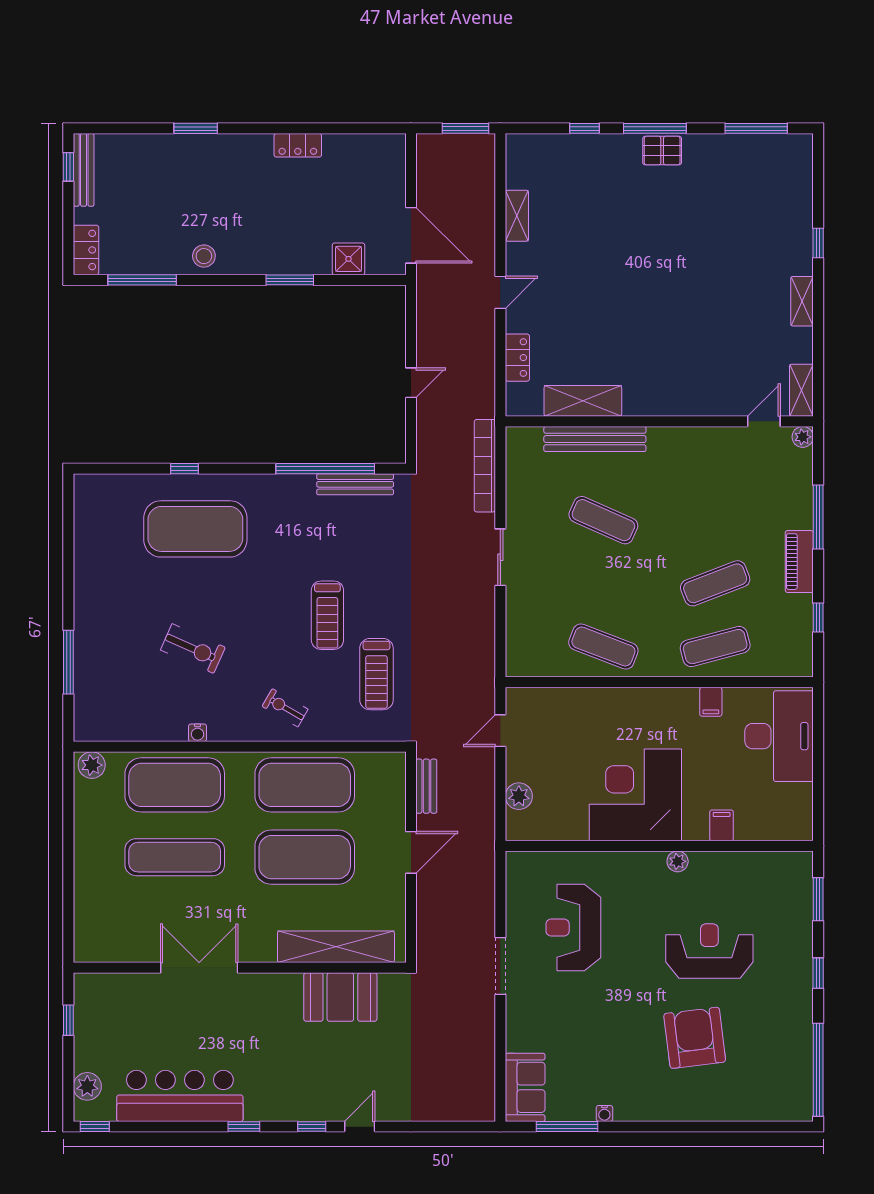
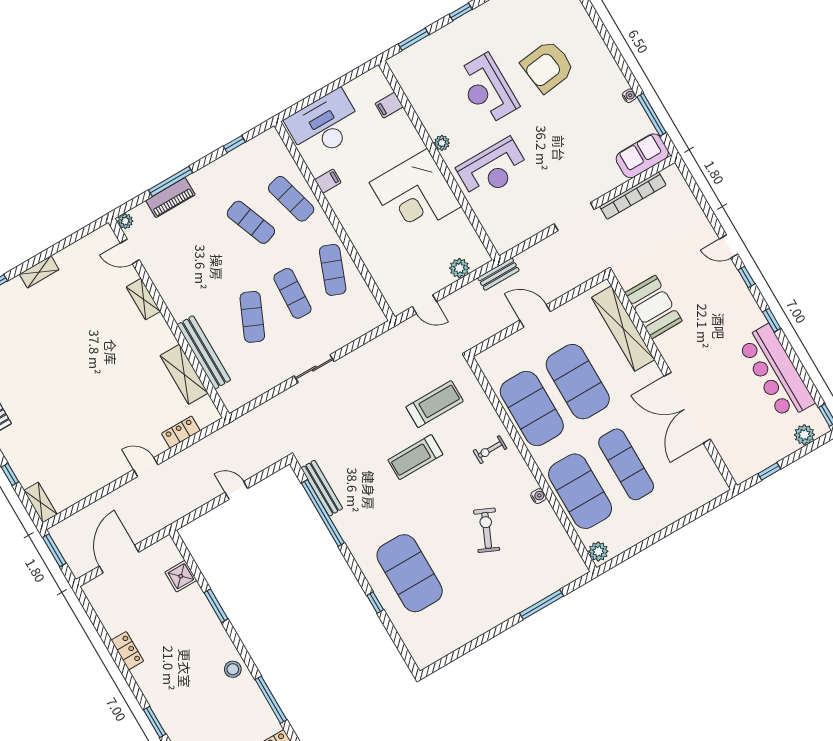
shelving: (517, 216) -> (40, 502), moved, turned 90
door: (411, 235) -> (119, 559), moved
shelving: (801, 390) -> (143, 299), moved, turned 90
bookcase: (485, 466) -> (633, 196), moved
piano: (799, 562) -> (170, 198), moved
exercise mat: (603, 583) -> (292, 293), added
treadmill: (327, 615) -> (415, 457), turned 180
exercise bike: (285, 708) -> (490, 450), turned 60
bench: (426, 786) -> (498, 274), moved
filing cabinet: (722, 825) -> (389, 105), moved
reception desk: (573, 928) -> (493, 169), moved
double door: (199, 968) -> (687, 408), width x1.36

